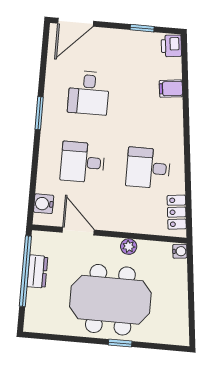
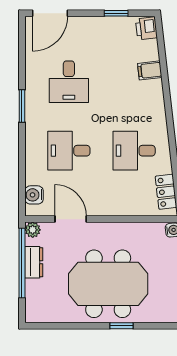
plant: (129, 247) -> (33, 230), moved

